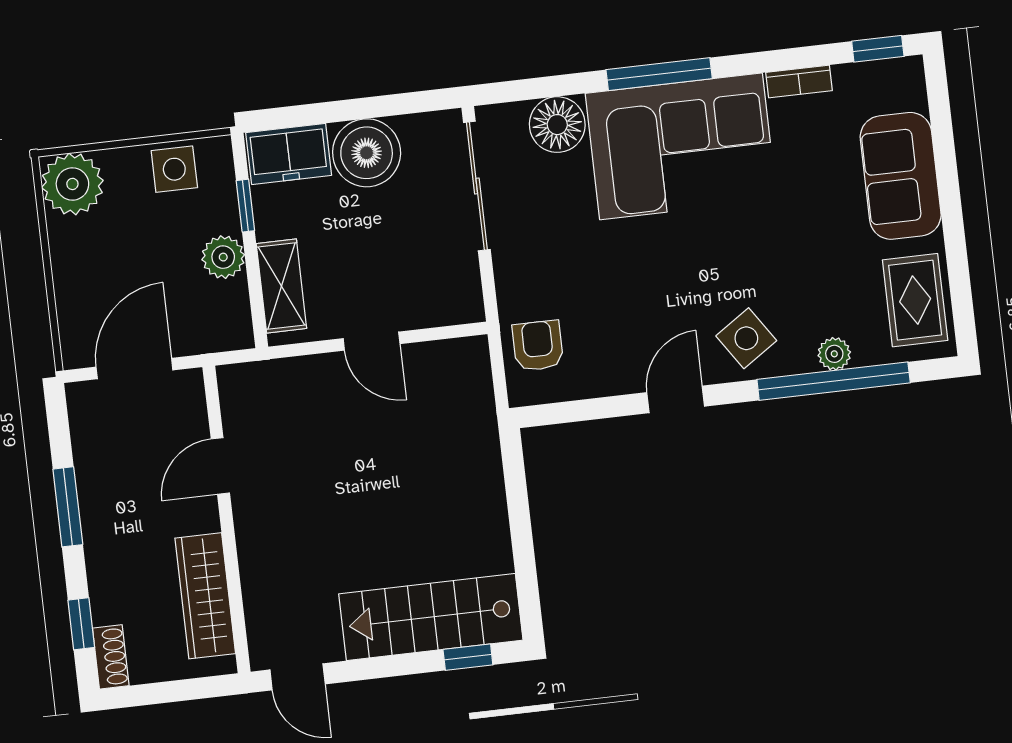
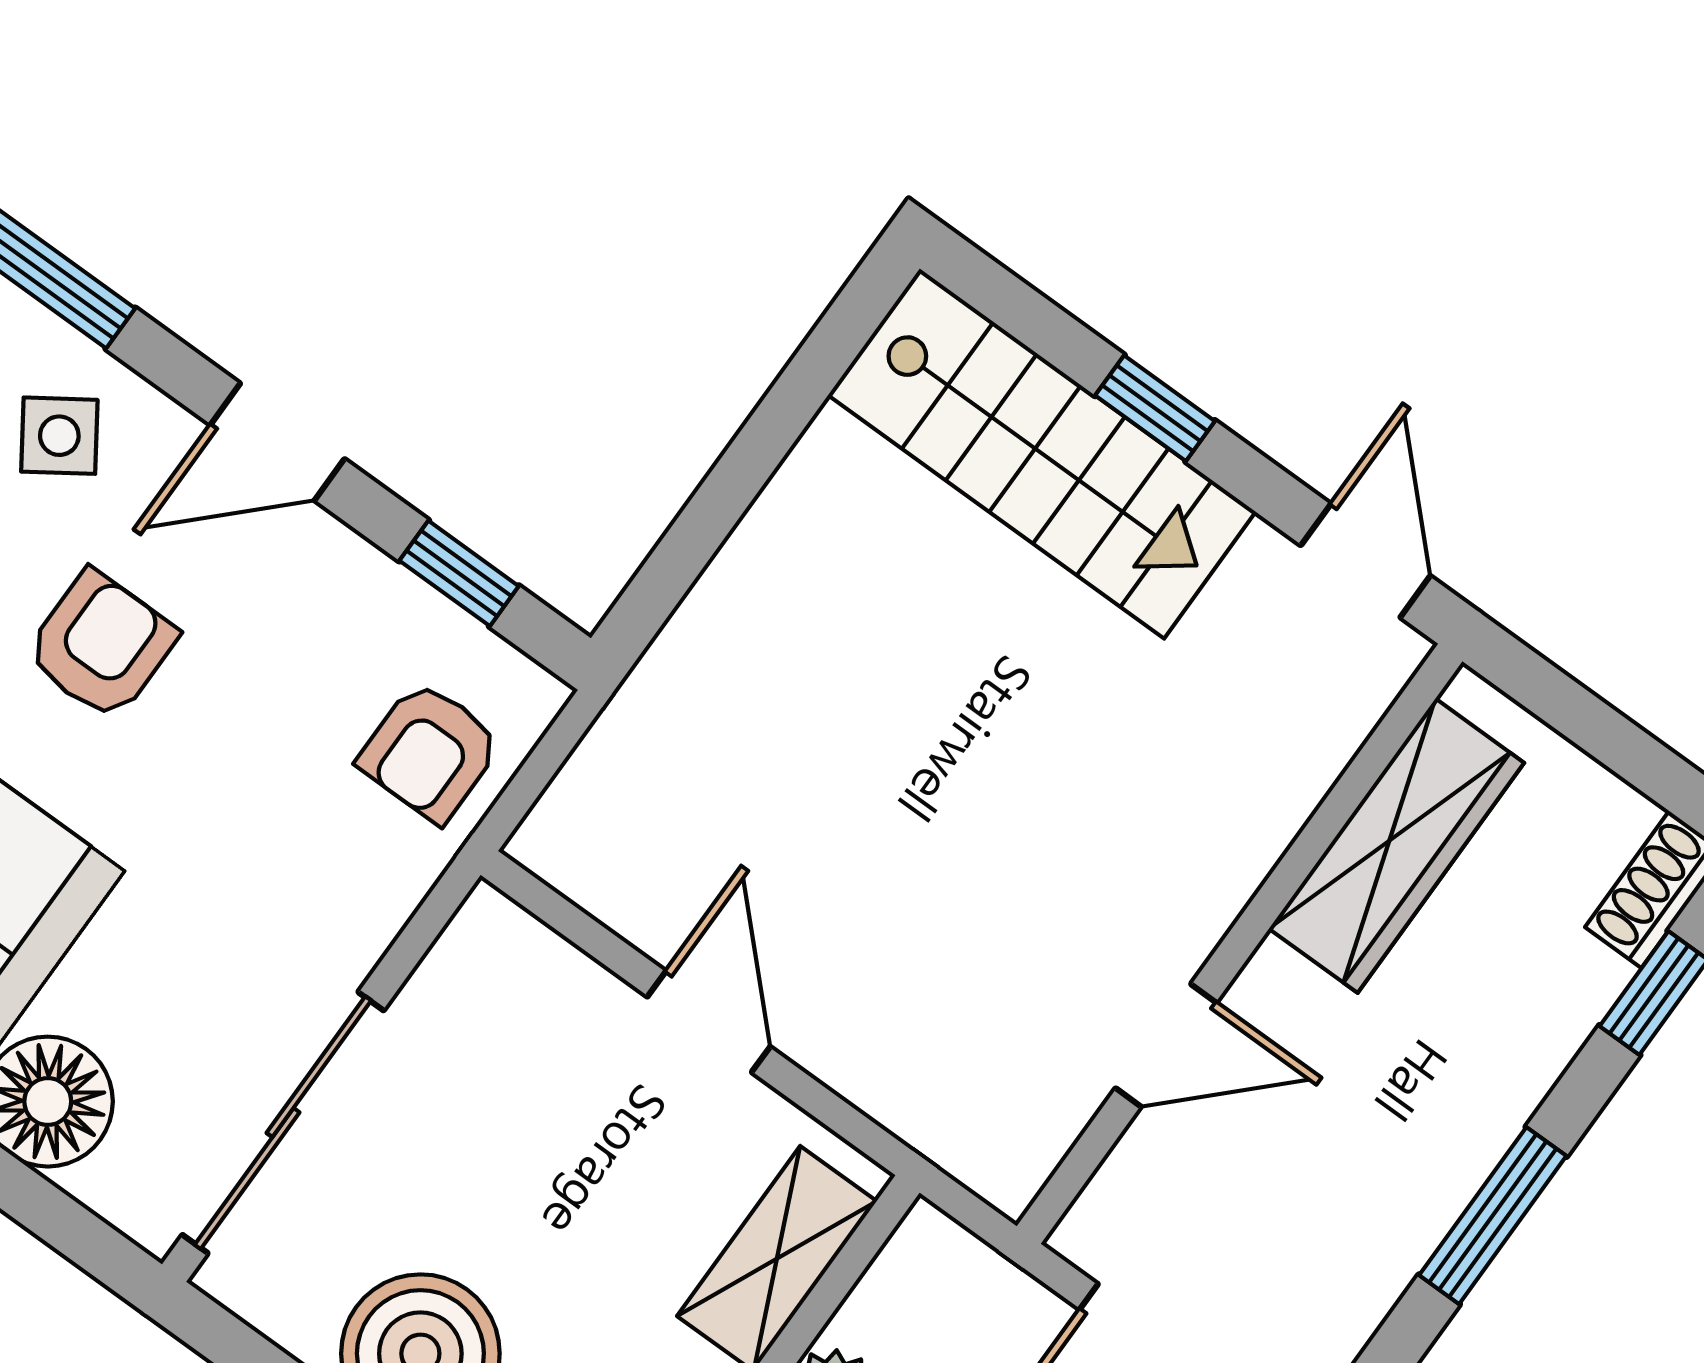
armchair: (672, 284) -> (101, 645), added
side table: (746, 338) -> (59, 436), width x0.73, depth x0.73
window: (580, 410) -> (459, 573), added
window: (468, 657) -> (1155, 408), moved

